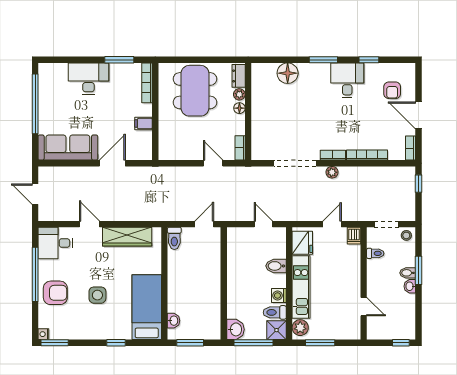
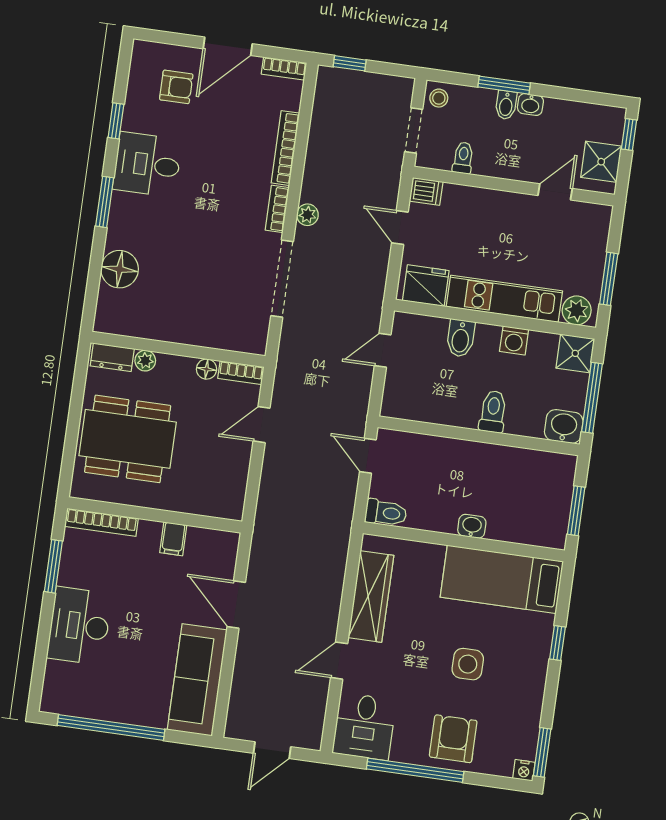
floor lamp: (239, 108) -> (207, 369), moved
toilet: (275, 312) -> (493, 412), moved, turned 180
washbasin: (174, 321) -> (472, 526), moved
shower: (384, 330) -> (601, 162), added

